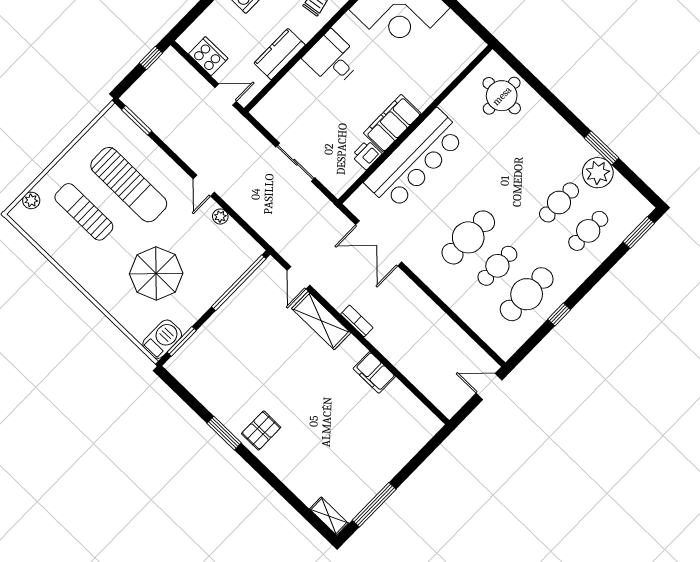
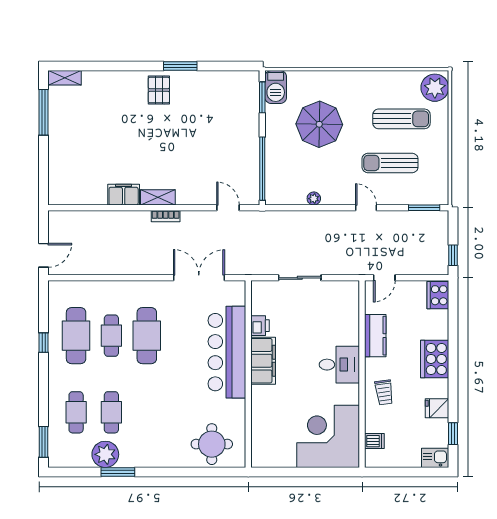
cooker: (208, 56) -> (438, 295), moved, turned 90
sun lounger: (129, 185) -> (390, 163), width x0.73, depth x0.75
door: (204, 186) -> (366, 208), moved
plant: (31, 200) -> (435, 88), width x1.88, depth x1.88
shelving: (321, 321) -> (158, 197), moved, width x0.67, depth x0.75

